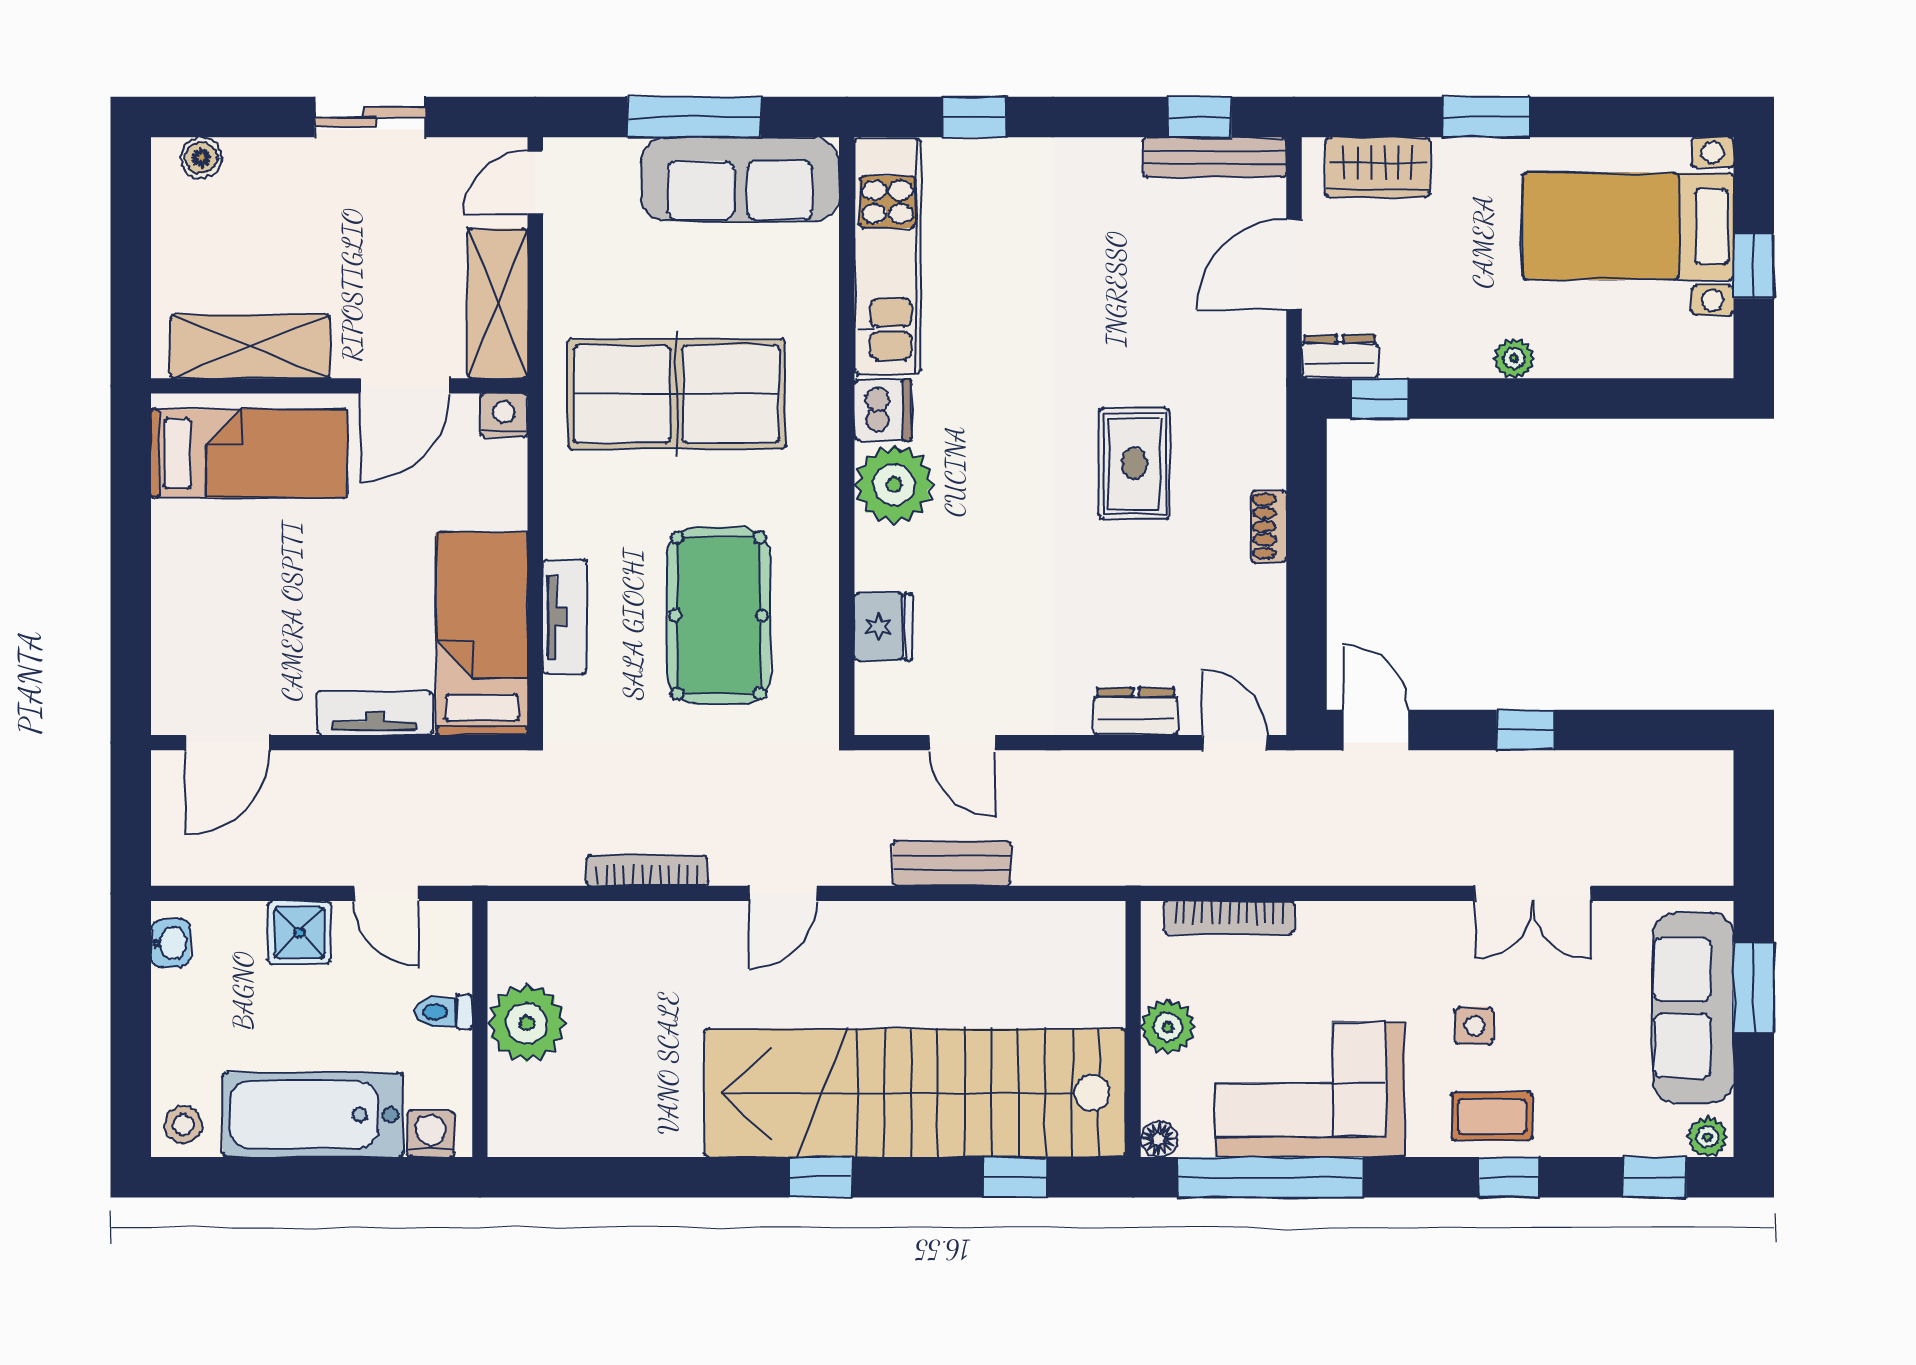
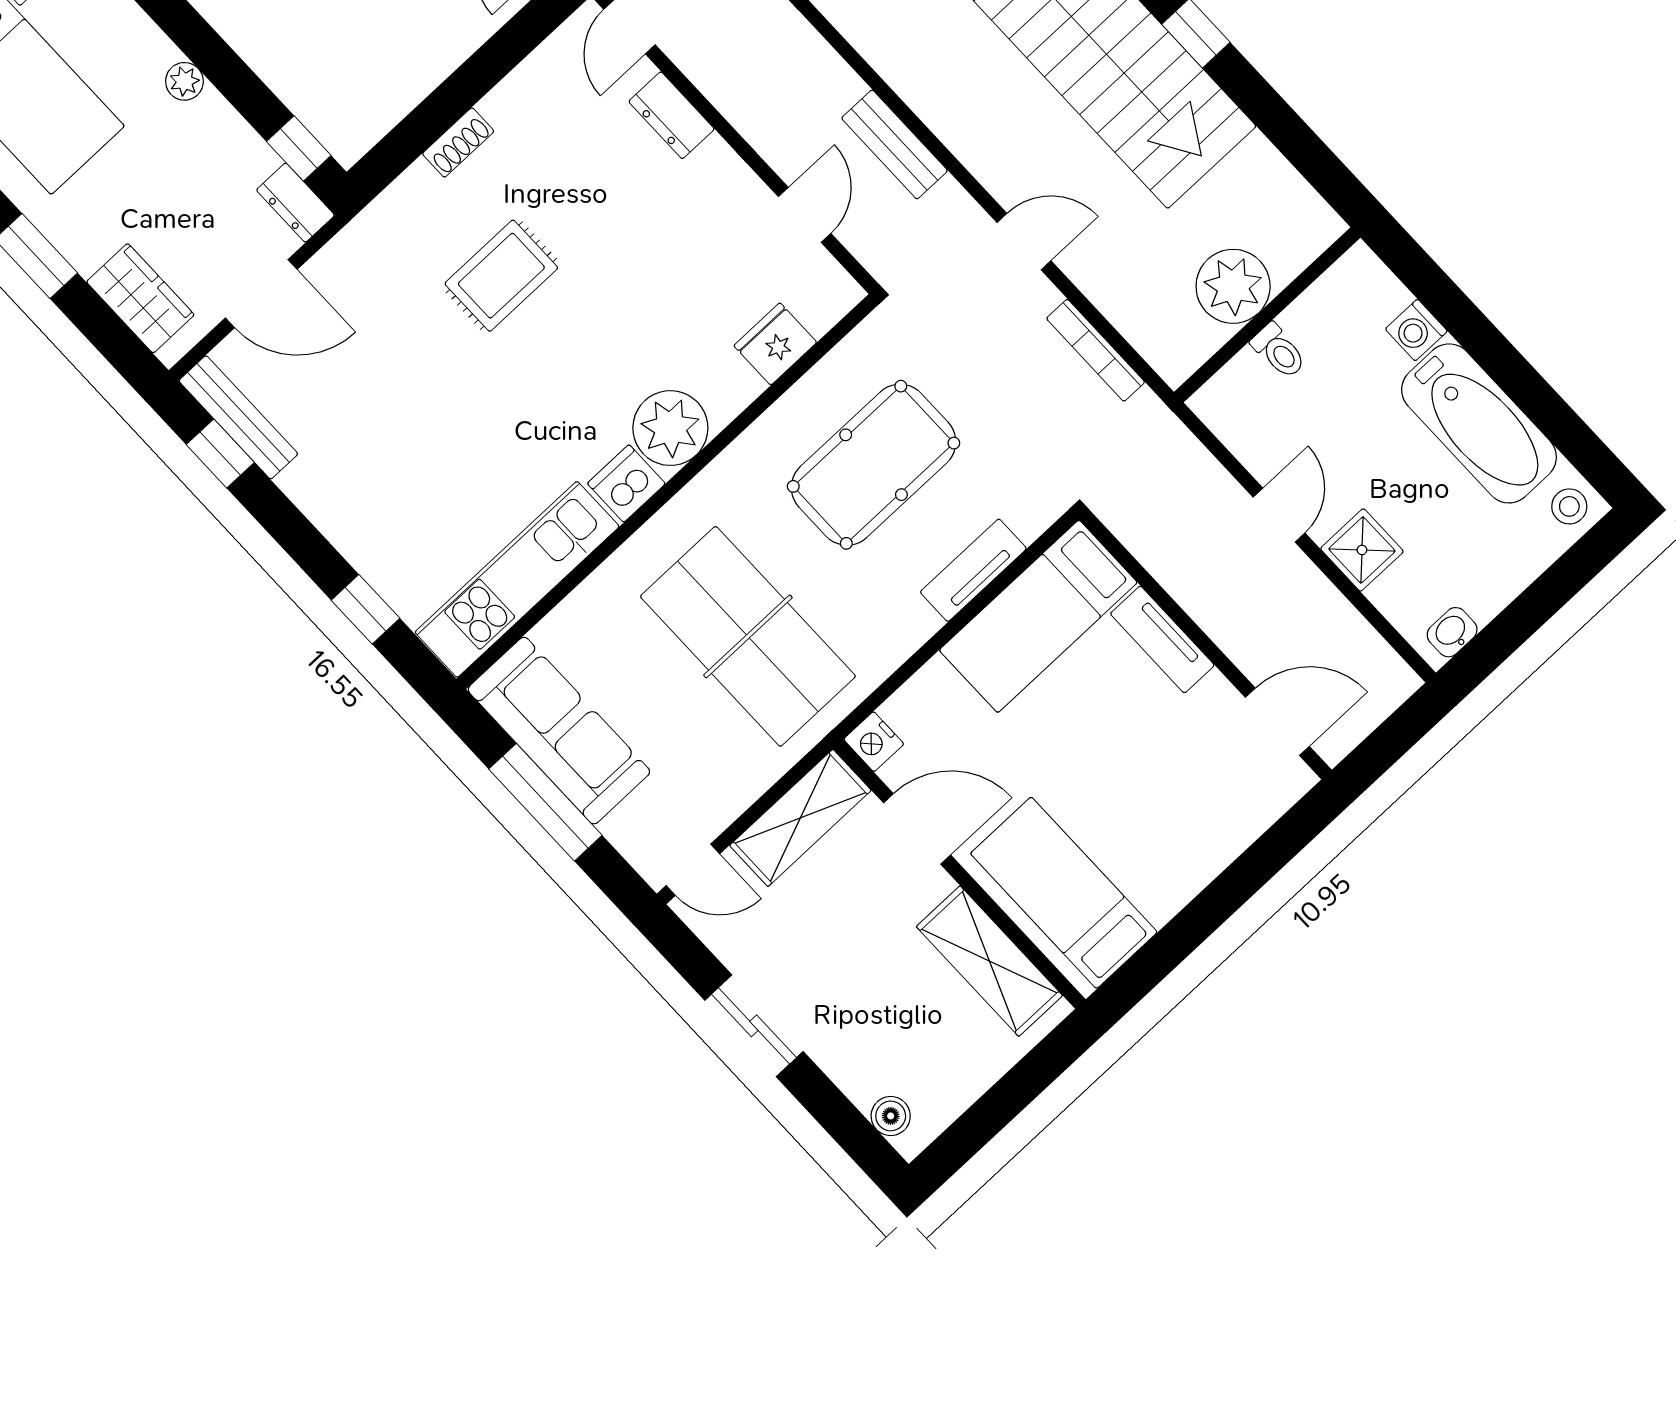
toilet: (444, 1012) -> (1279, 351), moved
plant: (527, 1023) -> (1233, 286), moved
wall: (480, 1029) -> (1267, 315), moved

